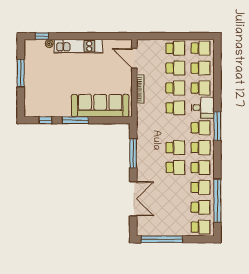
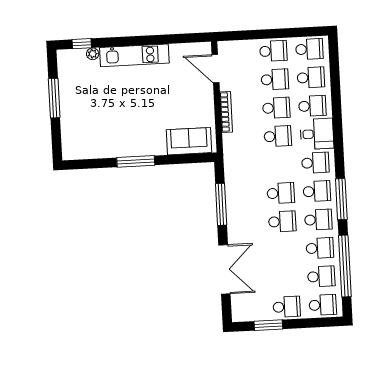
sofa: (100, 106) -> (189, 141), width x0.54, depth x0.79
window: (45, 120) -> (93, 164), removed
window: (217, 126) -> (341, 199), moved
school desk: (175, 227) -> (287, 307), added
window: (162, 239) -> (268, 325), width x0.47

